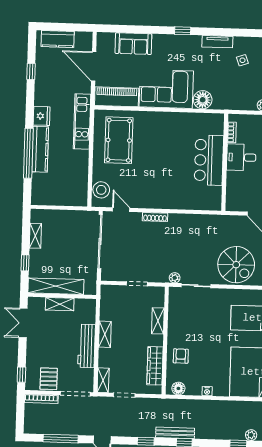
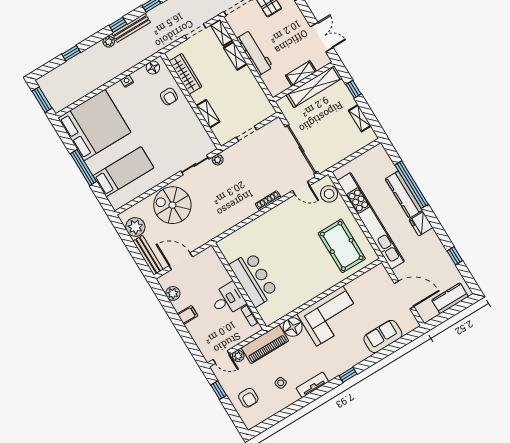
piano: (117, 97) -> (265, 344), moved
kitchen unit: (82, 122) -> (371, 221), width x1.86
shelving: (105, 334) -> (235, 56), moved
plant: (251, 435) -> (109, 42), moved

